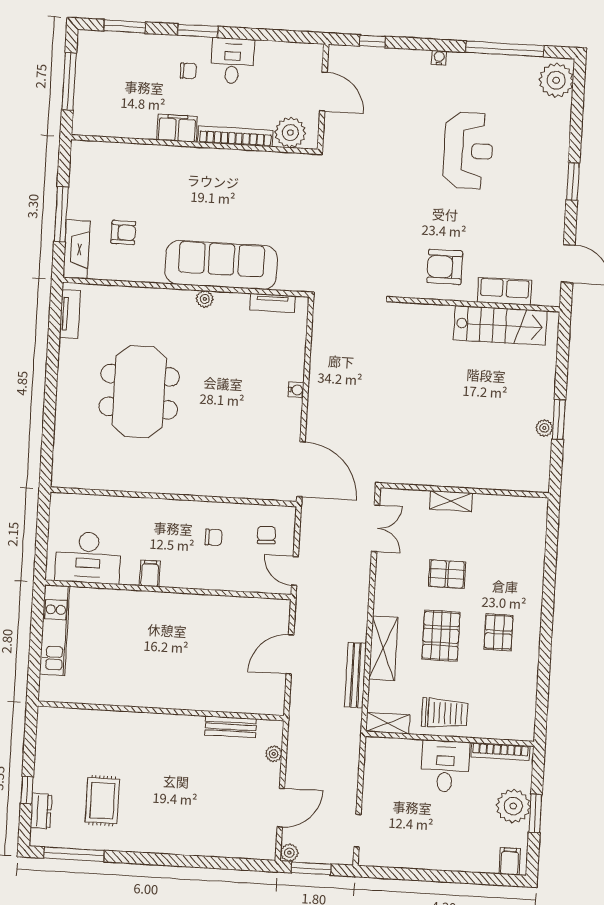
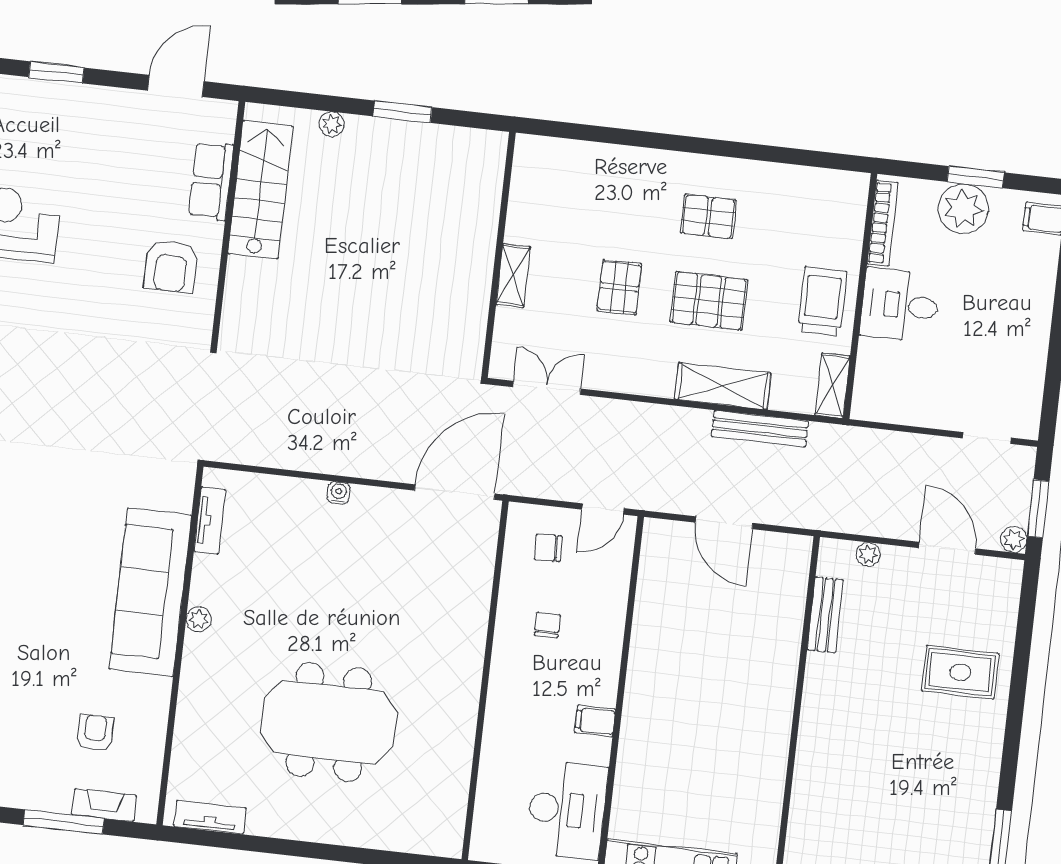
fireplace: (77, 249) -> (104, 805), width x0.73, depth x0.76
plant: (544, 428) -> (332, 124), moved
rug: (102, 801) -> (960, 672), moved

